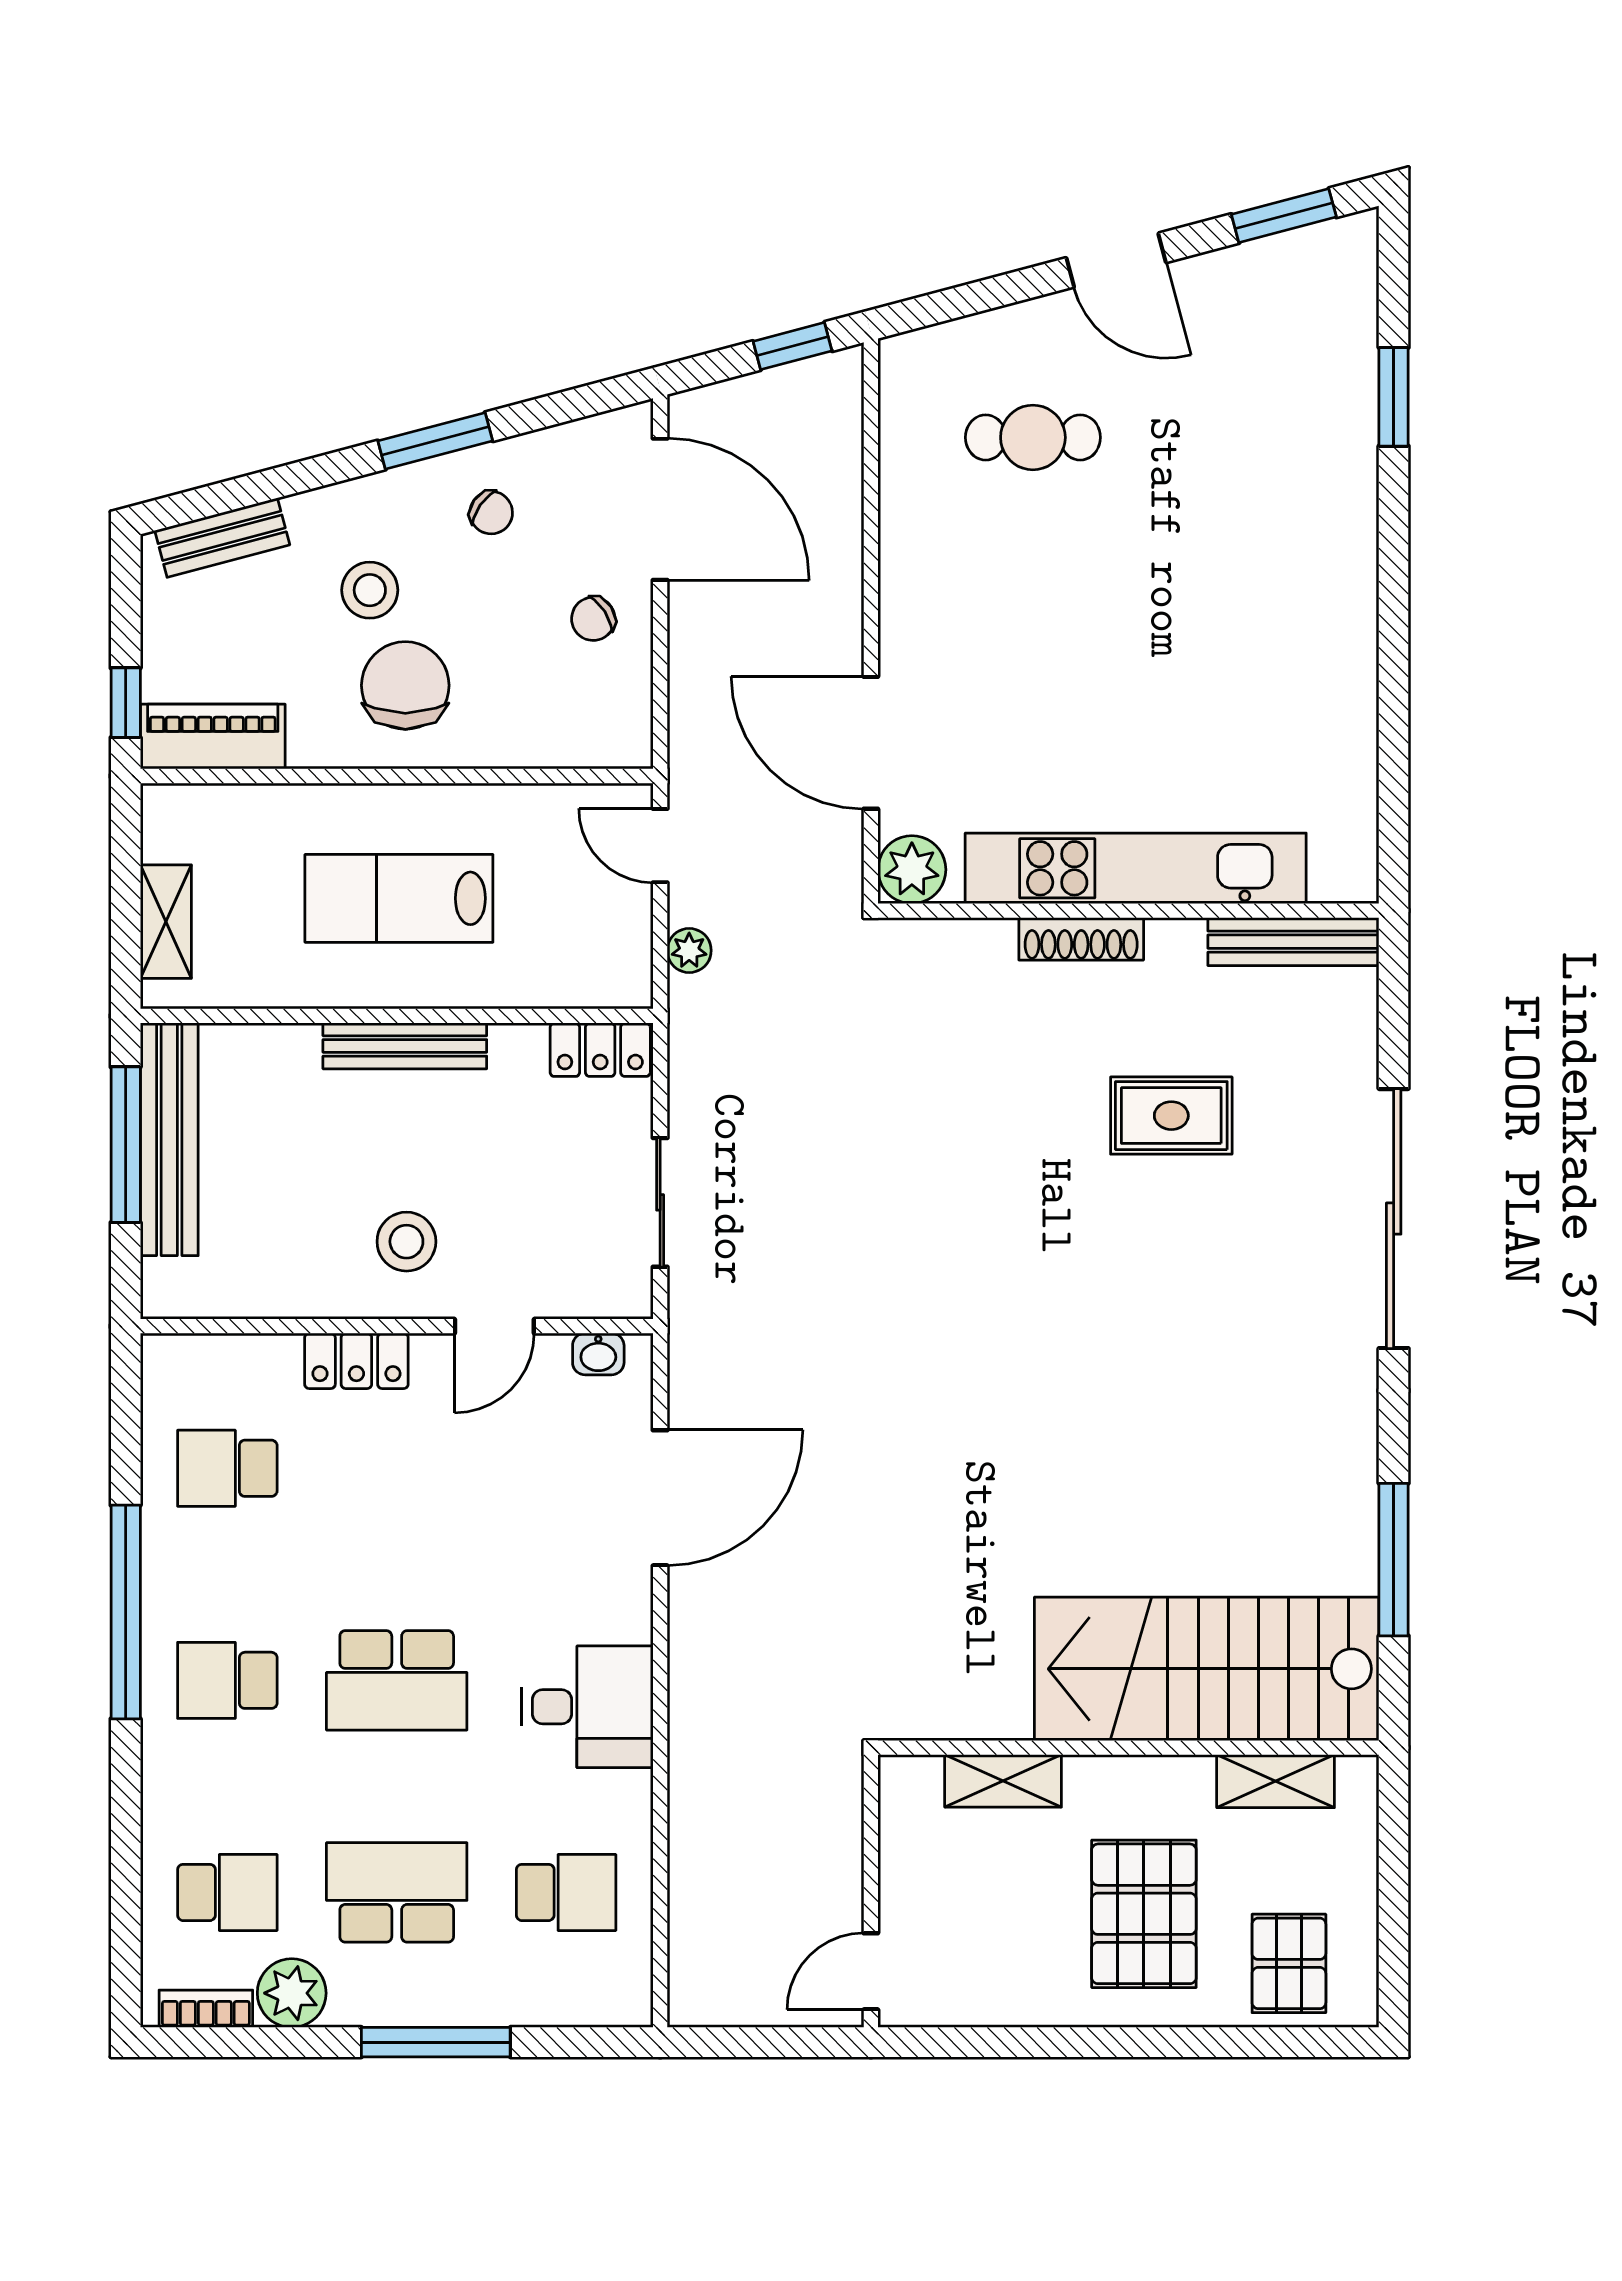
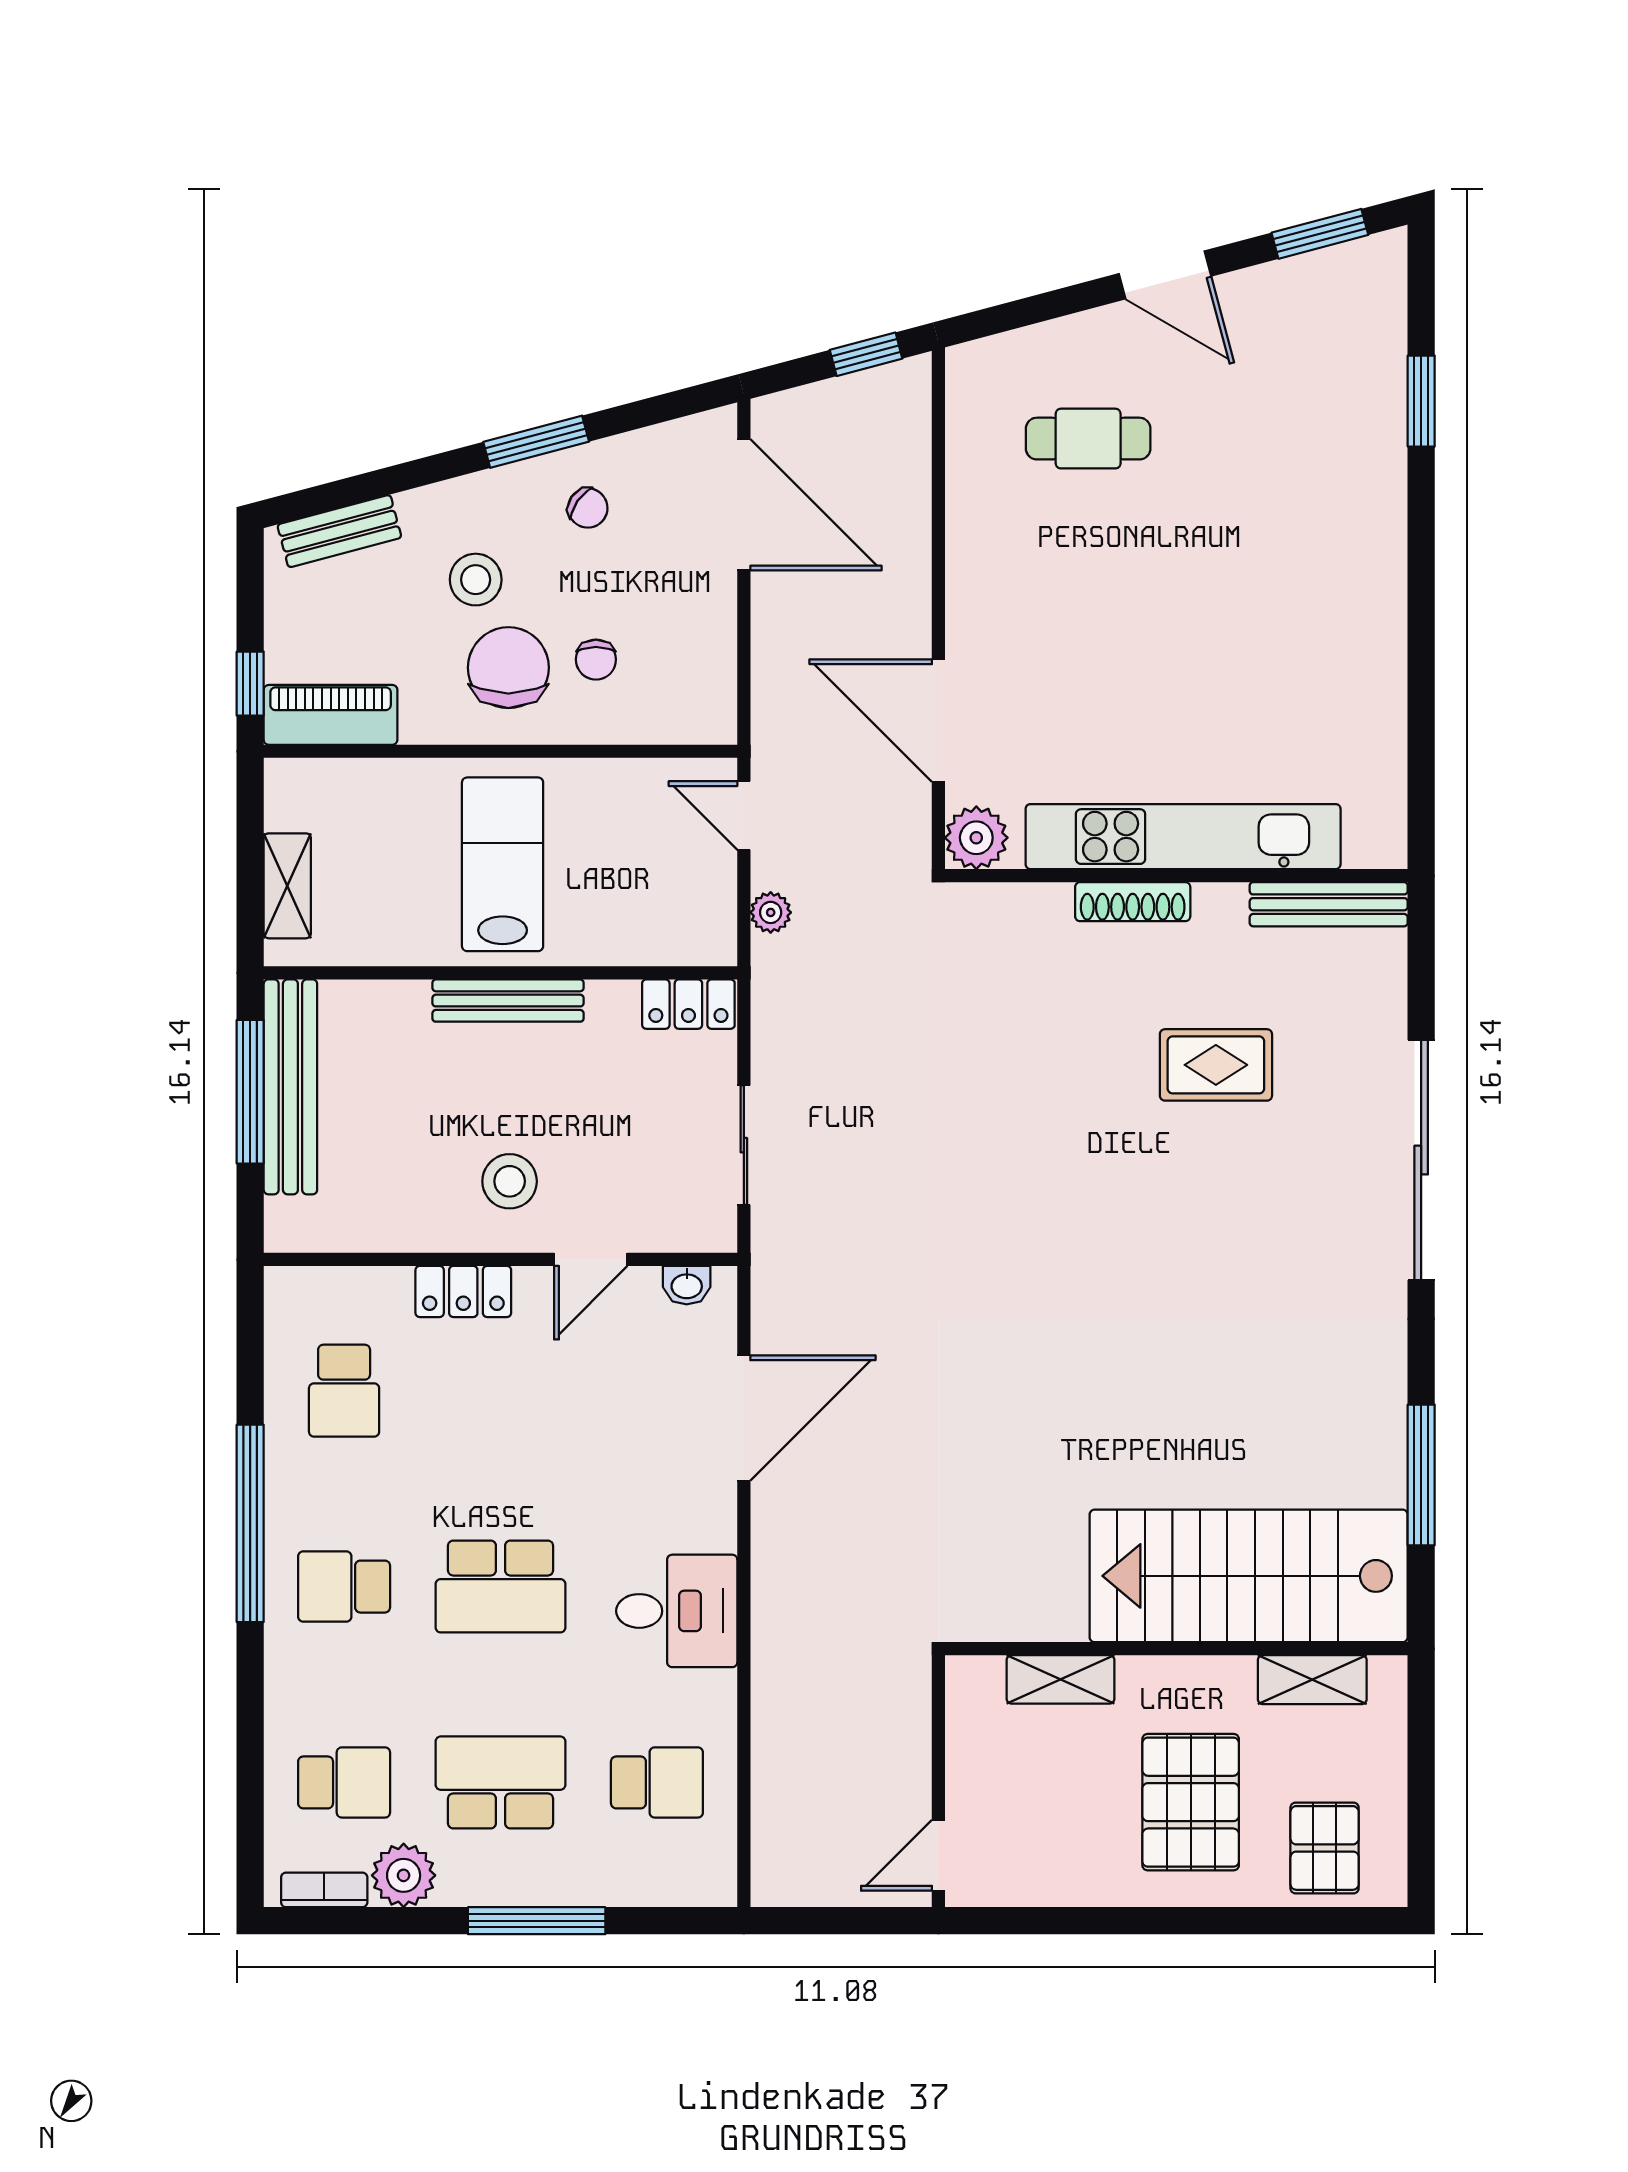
chair: (593, 619) -> (596, 660), moved, turned -57
lab bench: (399, 898) -> (503, 864), turned 90
school desk: (227, 1468) -> (344, 1391), turned -90

